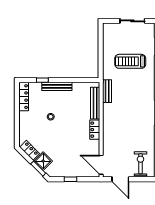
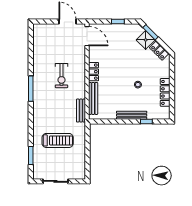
locker: (24, 97) -> (165, 92), moved
exercise bike: (140, 164) -> (61, 76), moved

